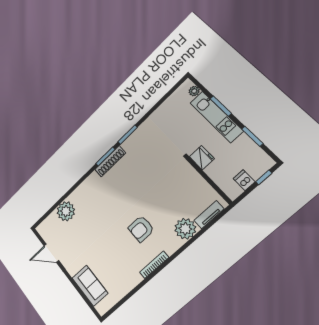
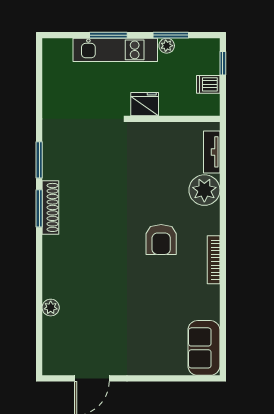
plant: (194, 91) -> (167, 46), moved
plant: (66, 211) -> (51, 308), width x0.53, depth x0.53
sofa: (90, 286) -> (204, 348), moved, turned -90

